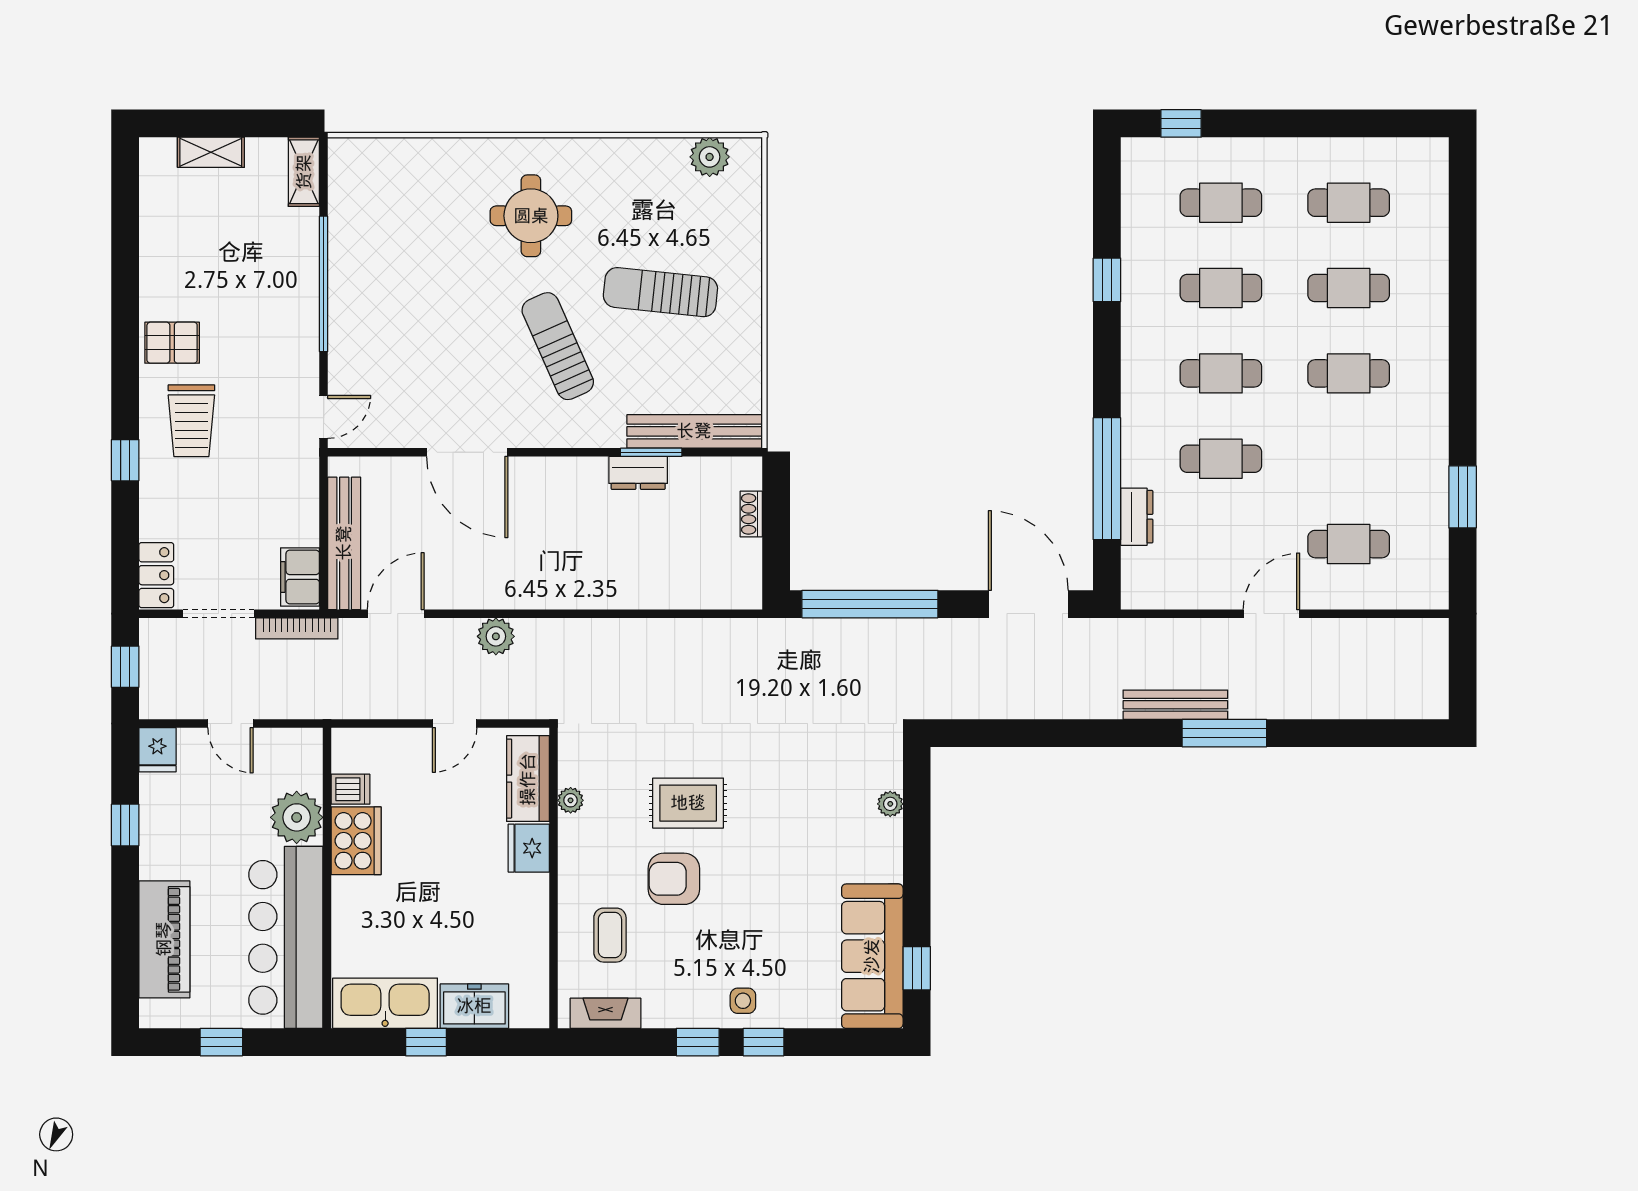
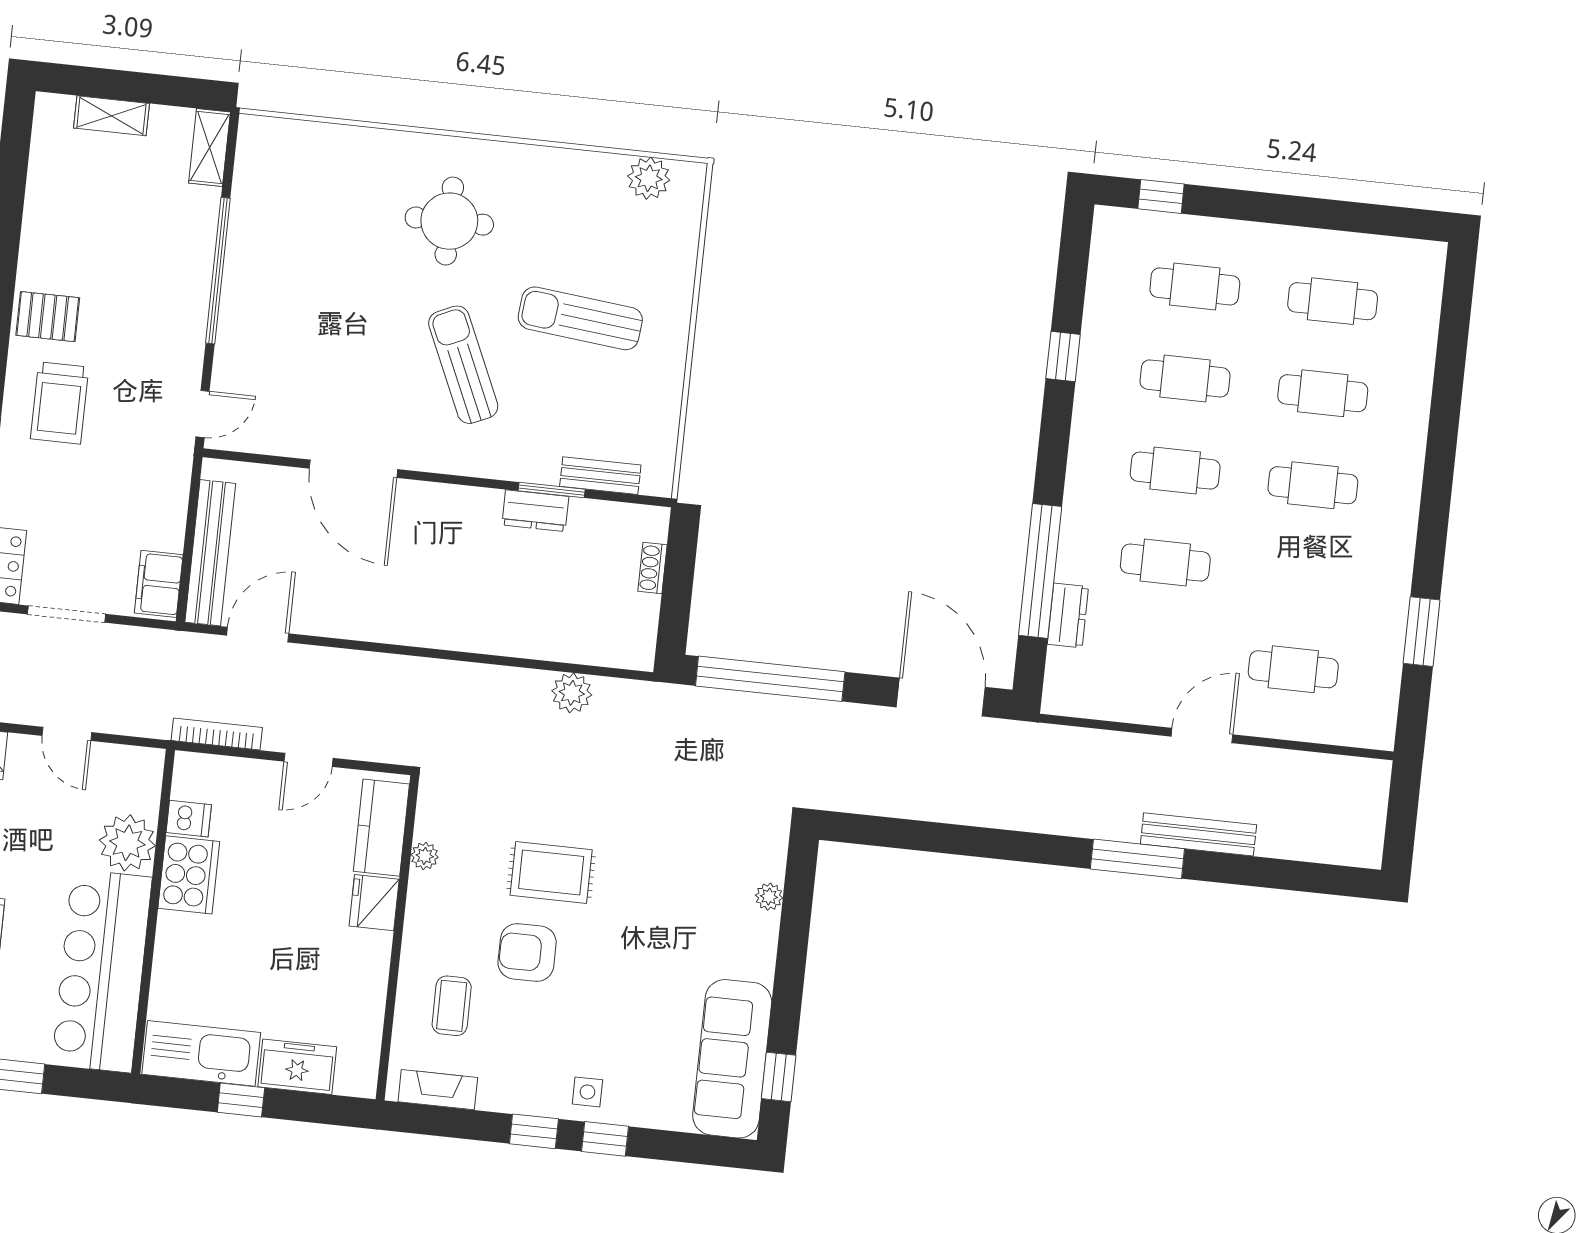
bench: (694, 431) -> (600, 476), width x0.54, depth x0.82
bookcase: (297, 628) -> (217, 734), moved, turned 180
plant: (496, 636) -> (572, 693), moved
bench: (1175, 705) -> (1198, 834), moved

